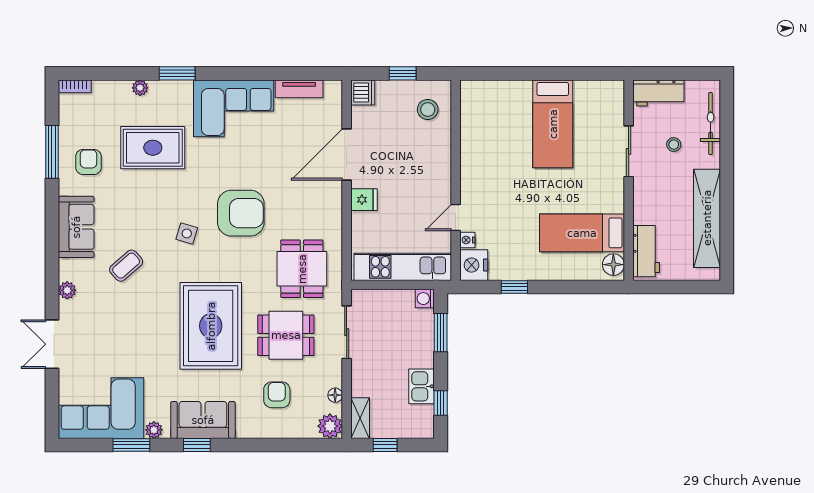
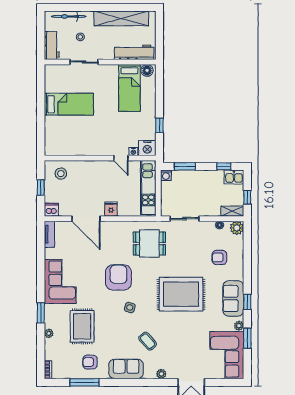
tv unit: (299, 89) -> (49, 234), moved
workbench: (646, 251) -> (134, 52), width x1.38
dining table: (286, 335) -> (186, 252), removed
kitchen sink: (422, 386) -> (234, 177), moved

